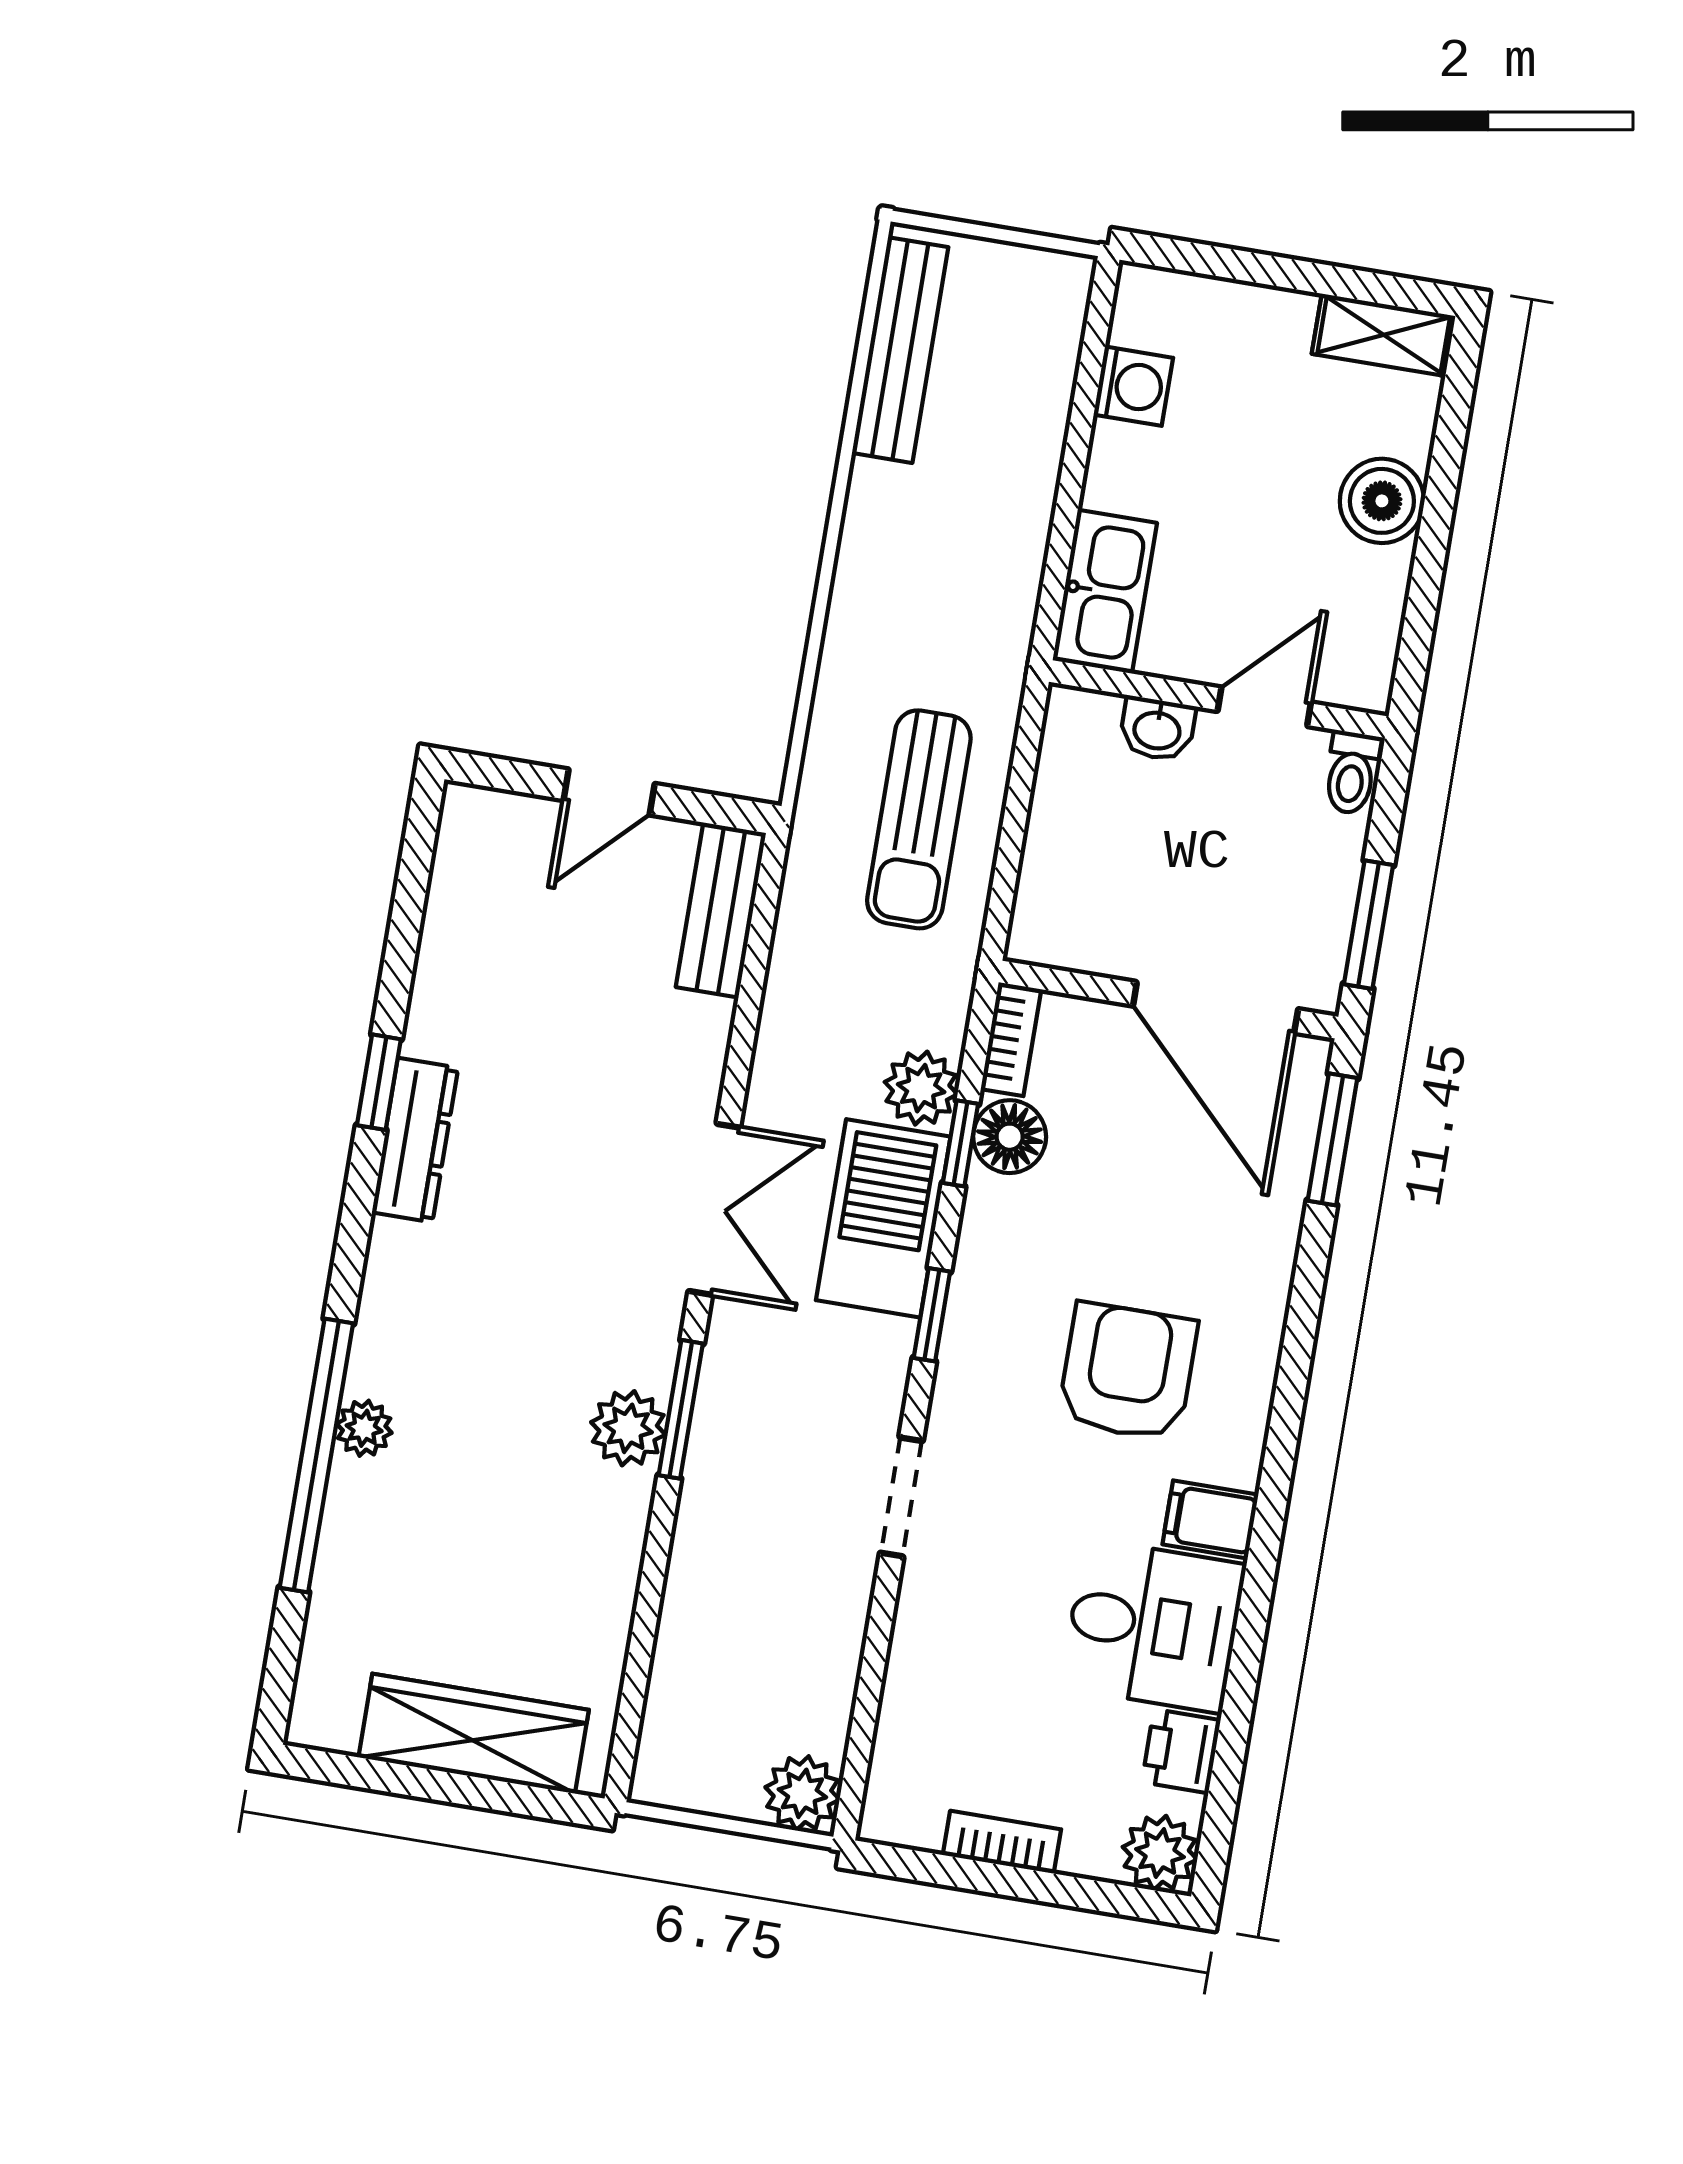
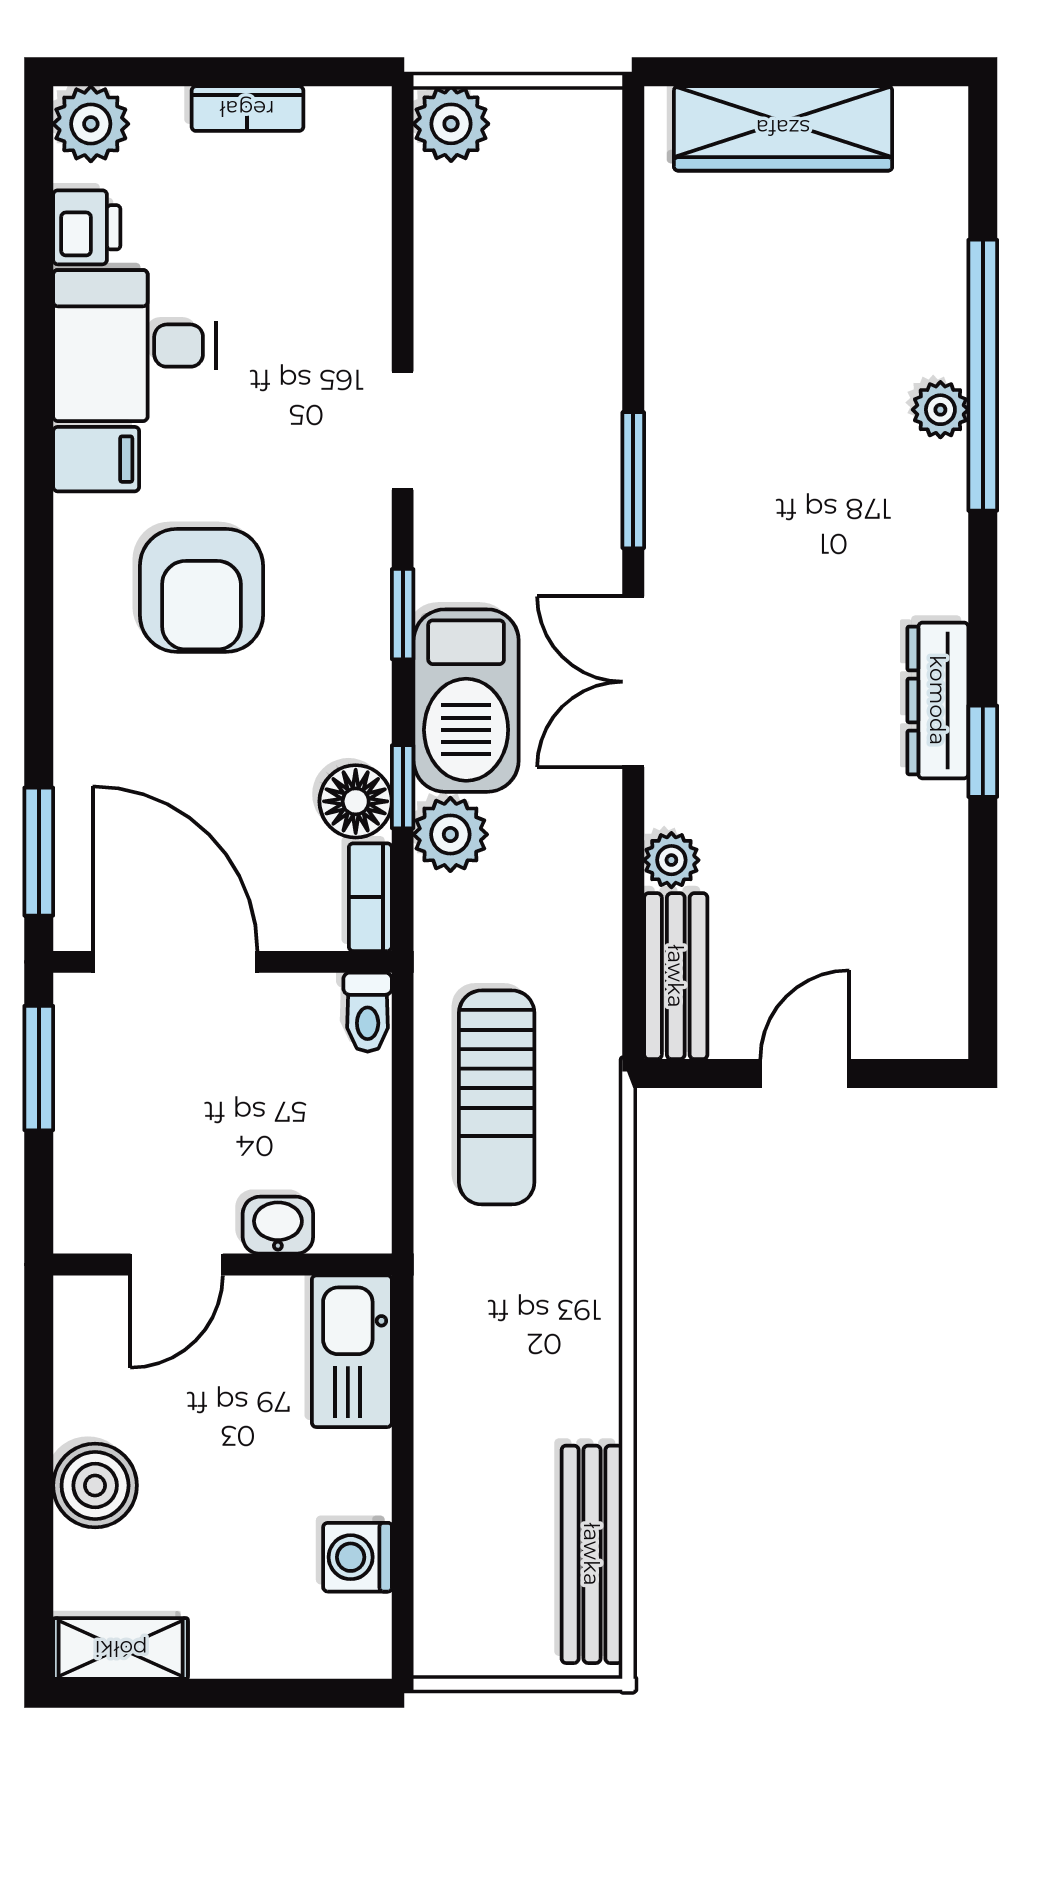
toilet: (1352, 773) -> (368, 1012), moved, turned 180
sun lounger: (919, 819) -> (497, 1097), turned 180
plant: (628, 1428) -> (671, 860), moved, width x0.73, depth x0.73

